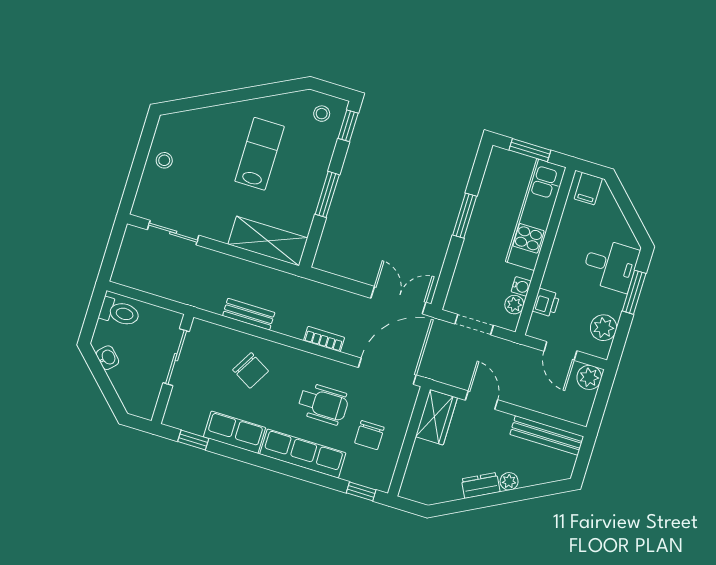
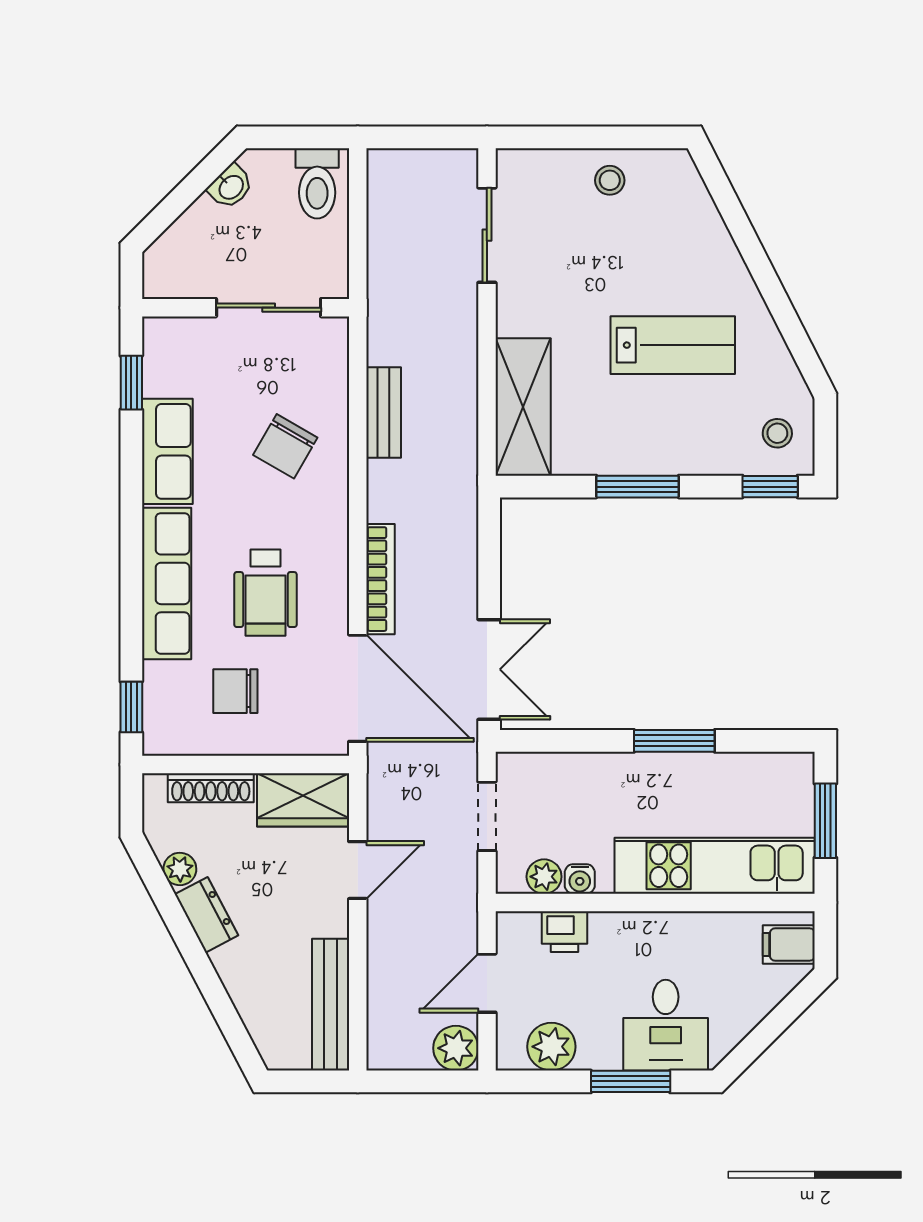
bookcase: (324, 339) -> (380, 579), width x1.56
shoe rack: (416, 463) -> (211, 788), added
plant: (509, 481) -> (180, 869), moved

